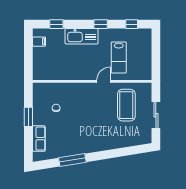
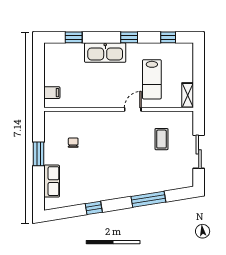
filing cabinet: (39, 42) -> (52, 93), moved
shelving: (147, 70) -> (188, 95), added
coffee table: (126, 105) -> (161, 139), width x0.54, depth x0.58
window: (116, 153) -> (148, 199), added
window: (72, 160) -> (94, 208), width x0.46

